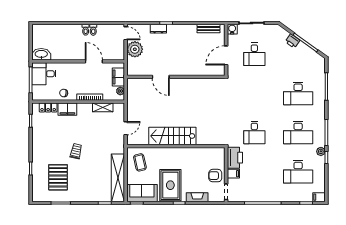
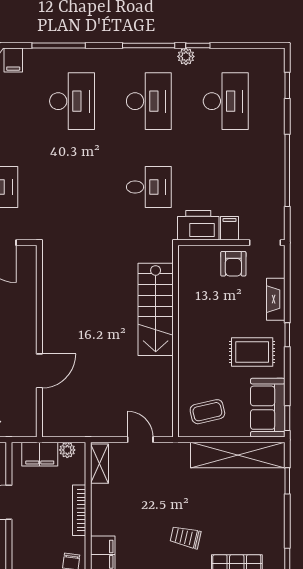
shelving: (103, 107) -> (99, 464), moved
stairs: (172, 136) -> (156, 309), moved
rug: (170, 185) -> (252, 352), width x0.73, depth x0.70
filing cabinet: (319, 197) -> (13, 60), moved

